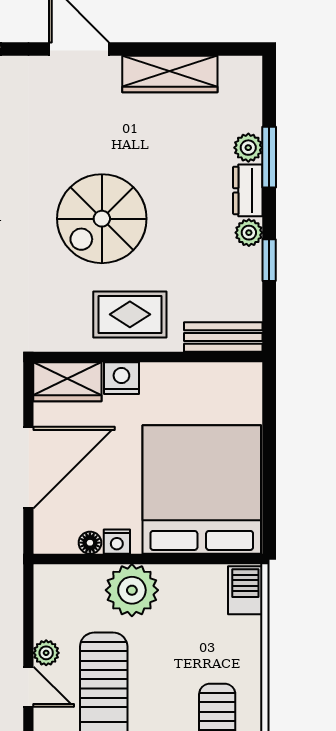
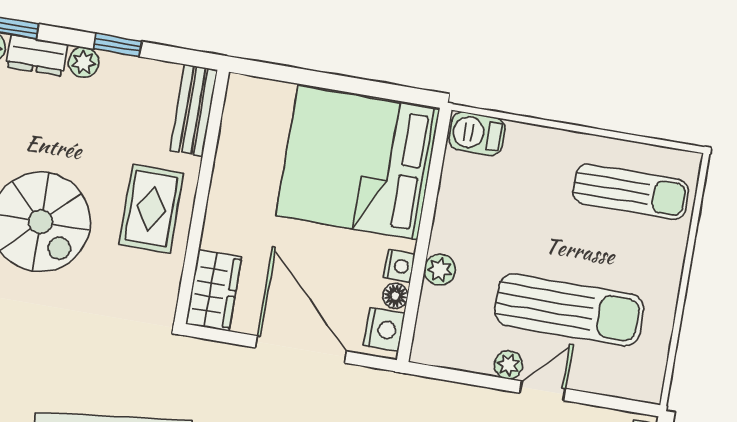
nightstand: (121, 378) -> (384, 329), moved, turned 180
plant: (132, 590) -> (440, 270), width x0.53, depth x0.53

